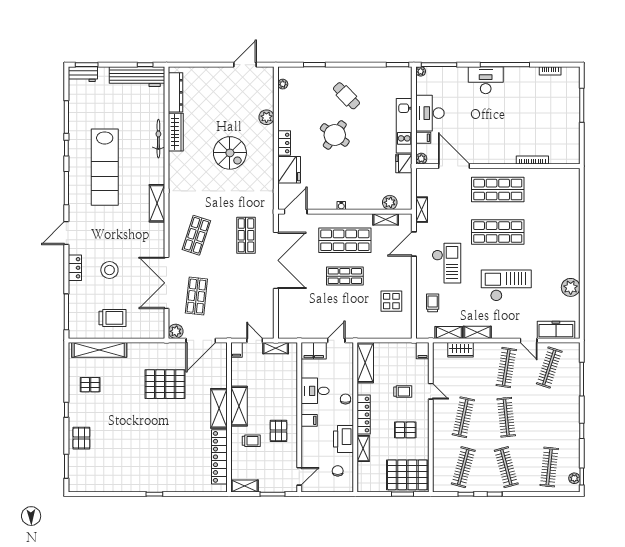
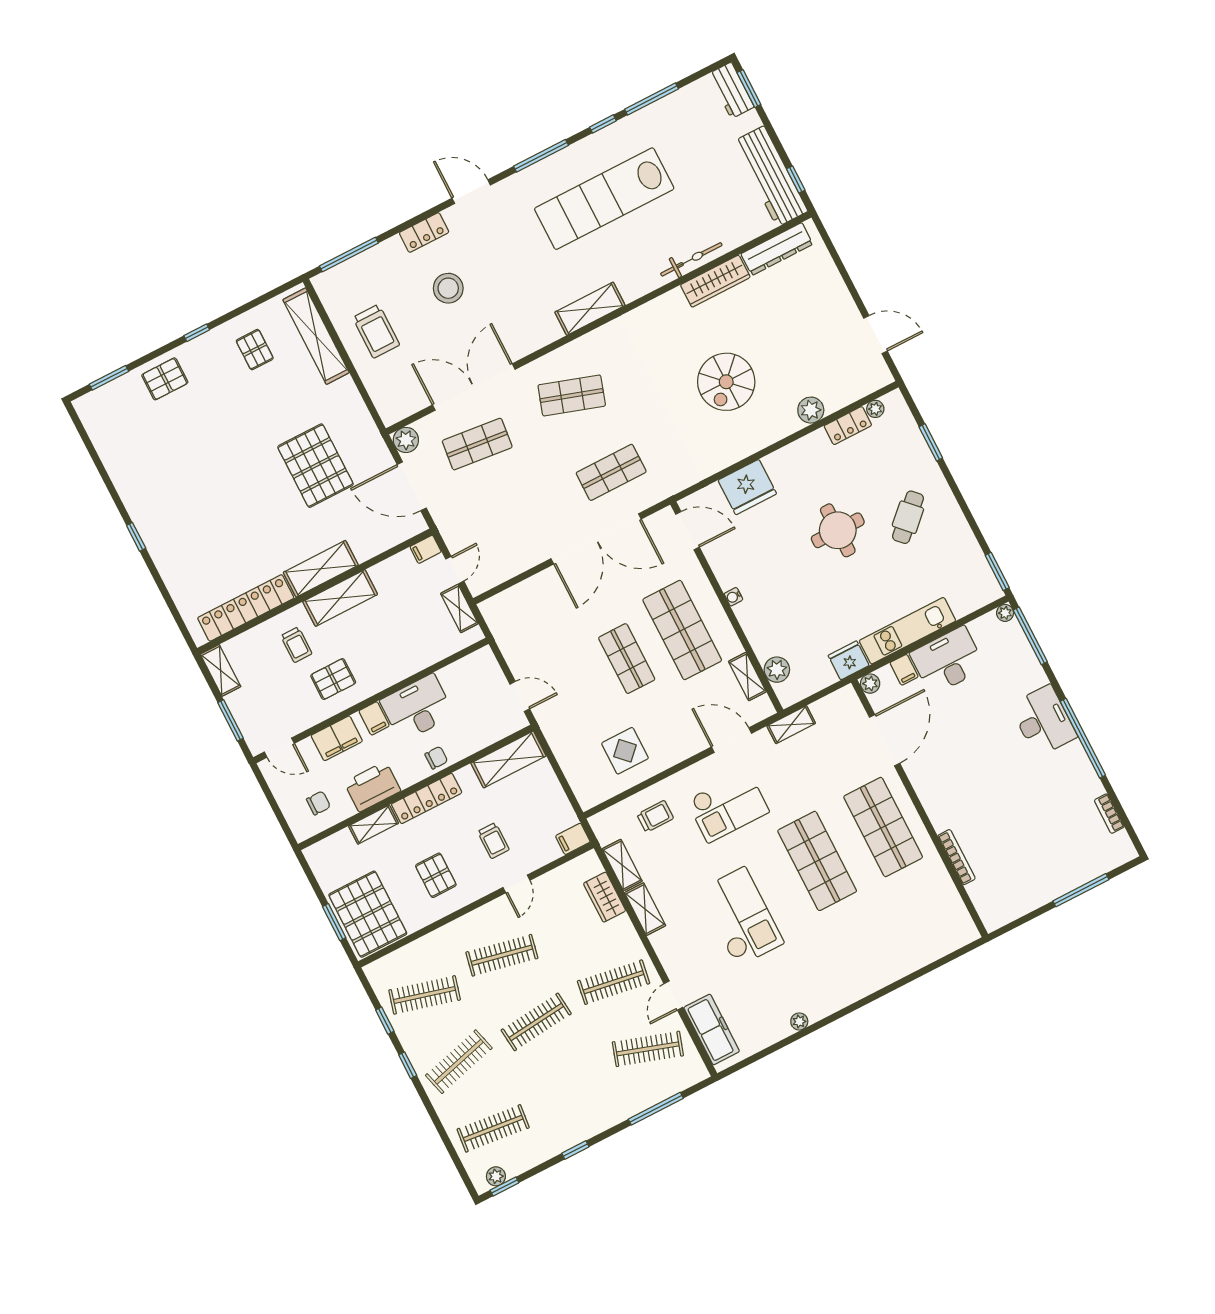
round table: (335, 135) -> (838, 530), turned -35
locker: (284, 143) -> (848, 426), moved
plant: (571, 287) -> (799, 1021), width x0.53, depth x0.53
filing cabinet: (314, 351) -> (337, 738), moved, turned -90
desk: (315, 391) -> (417, 708), width x1.37

